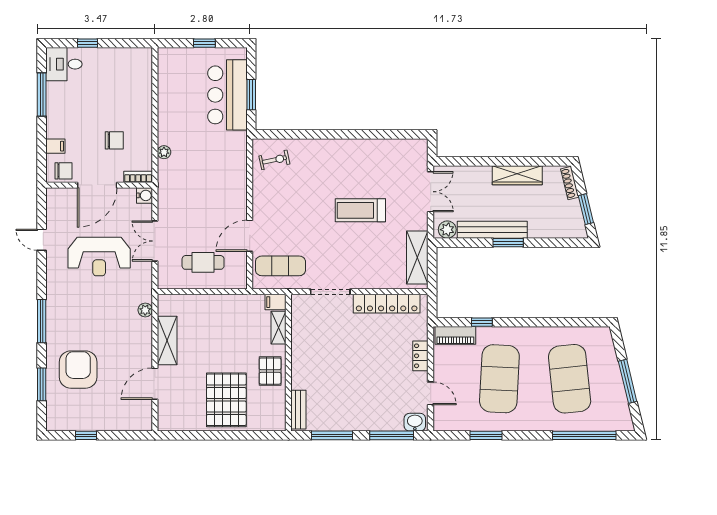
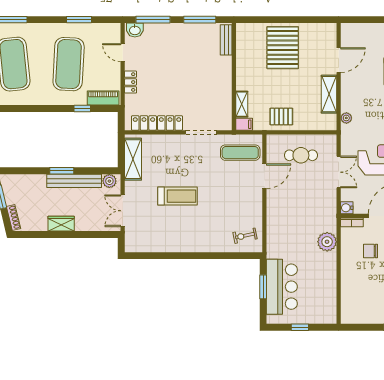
plant: (164, 152) -> (327, 242), width x1.88, depth x1.88
wardrobe: (517, 175) -> (61, 224), width x0.67
pallet: (270, 371) -> (281, 117), moved, turned 90

